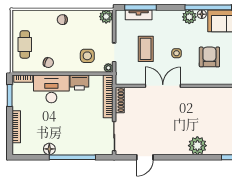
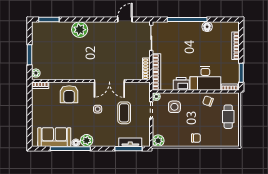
armchair: (209, 57) -> (69, 94), moved

